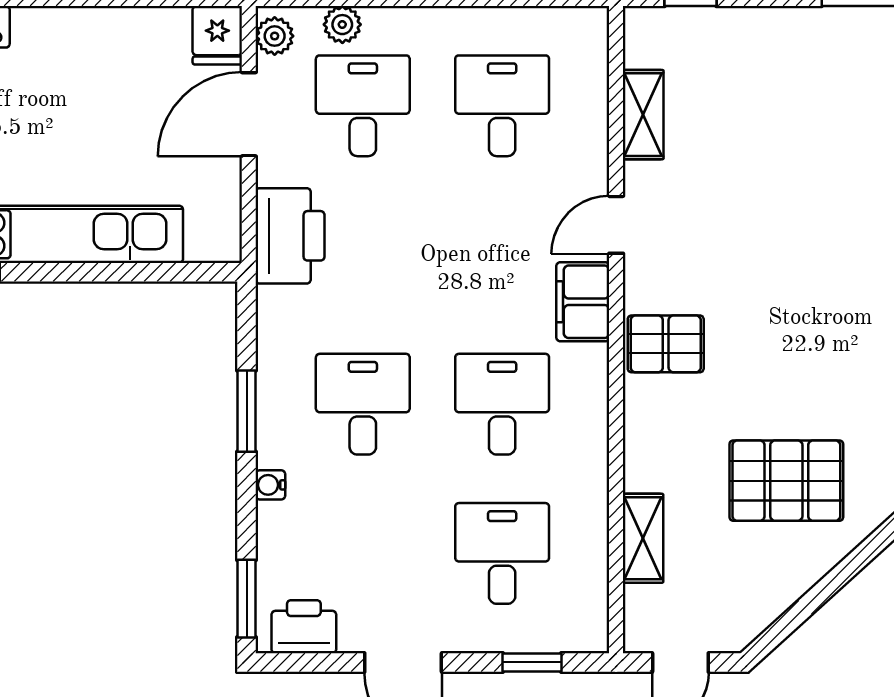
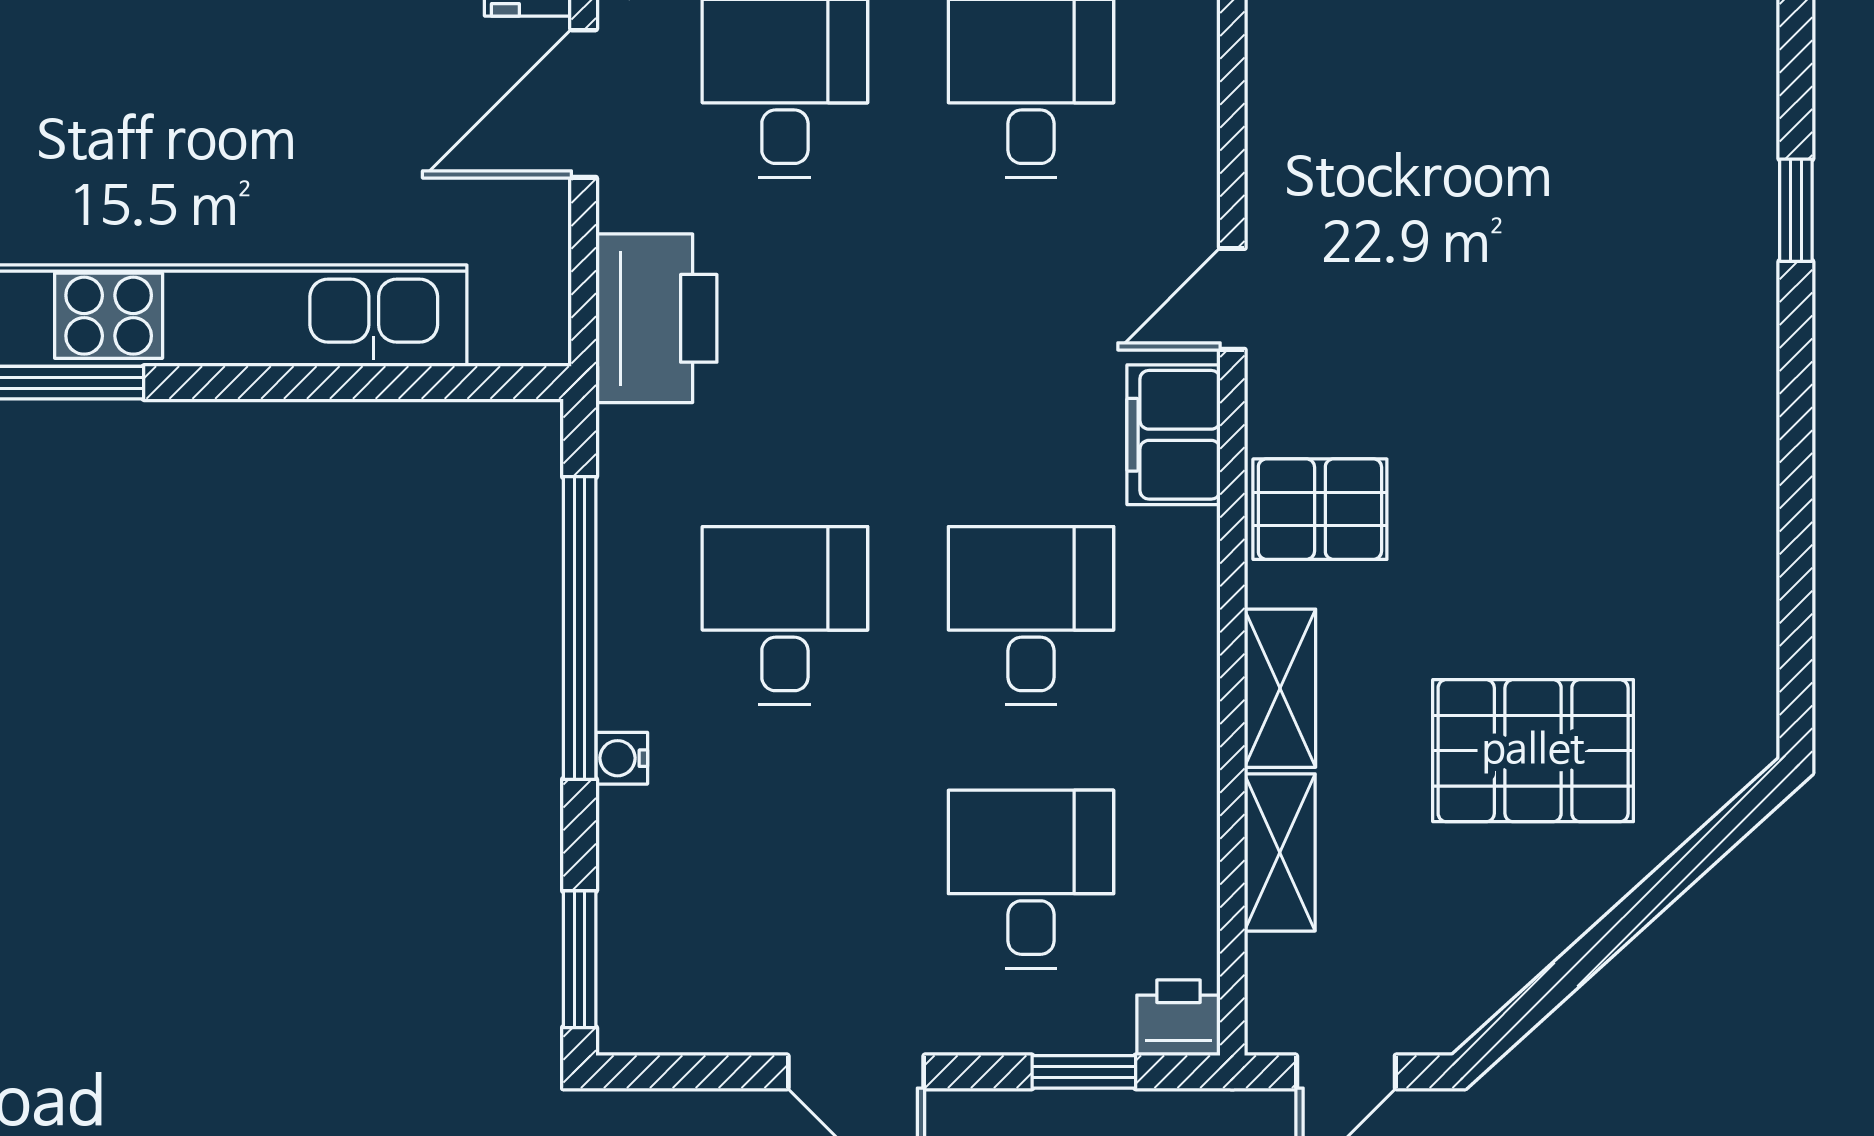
shelving: (643, 115) -> (1280, 688), moved
window: (247, 411) -> (580, 628), width x2.11
printer: (304, 627) -> (1178, 1018), moved, width x0.73, depth x0.81

